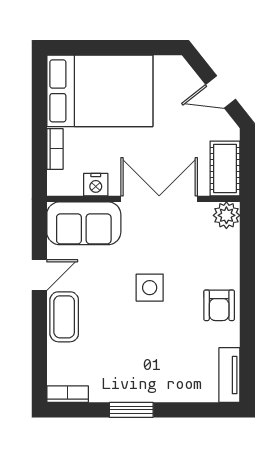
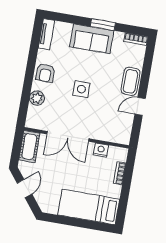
bed: (100, 91) -> (89, 207), width x0.67
door: (221, 92) -> (24, 189), hinge flipped
plant: (226, 215) -> (37, 98), moved
sofa: (84, 223) -> (92, 39), moved, turned 180
armchair: (219, 305) -> (45, 73), turned 180

